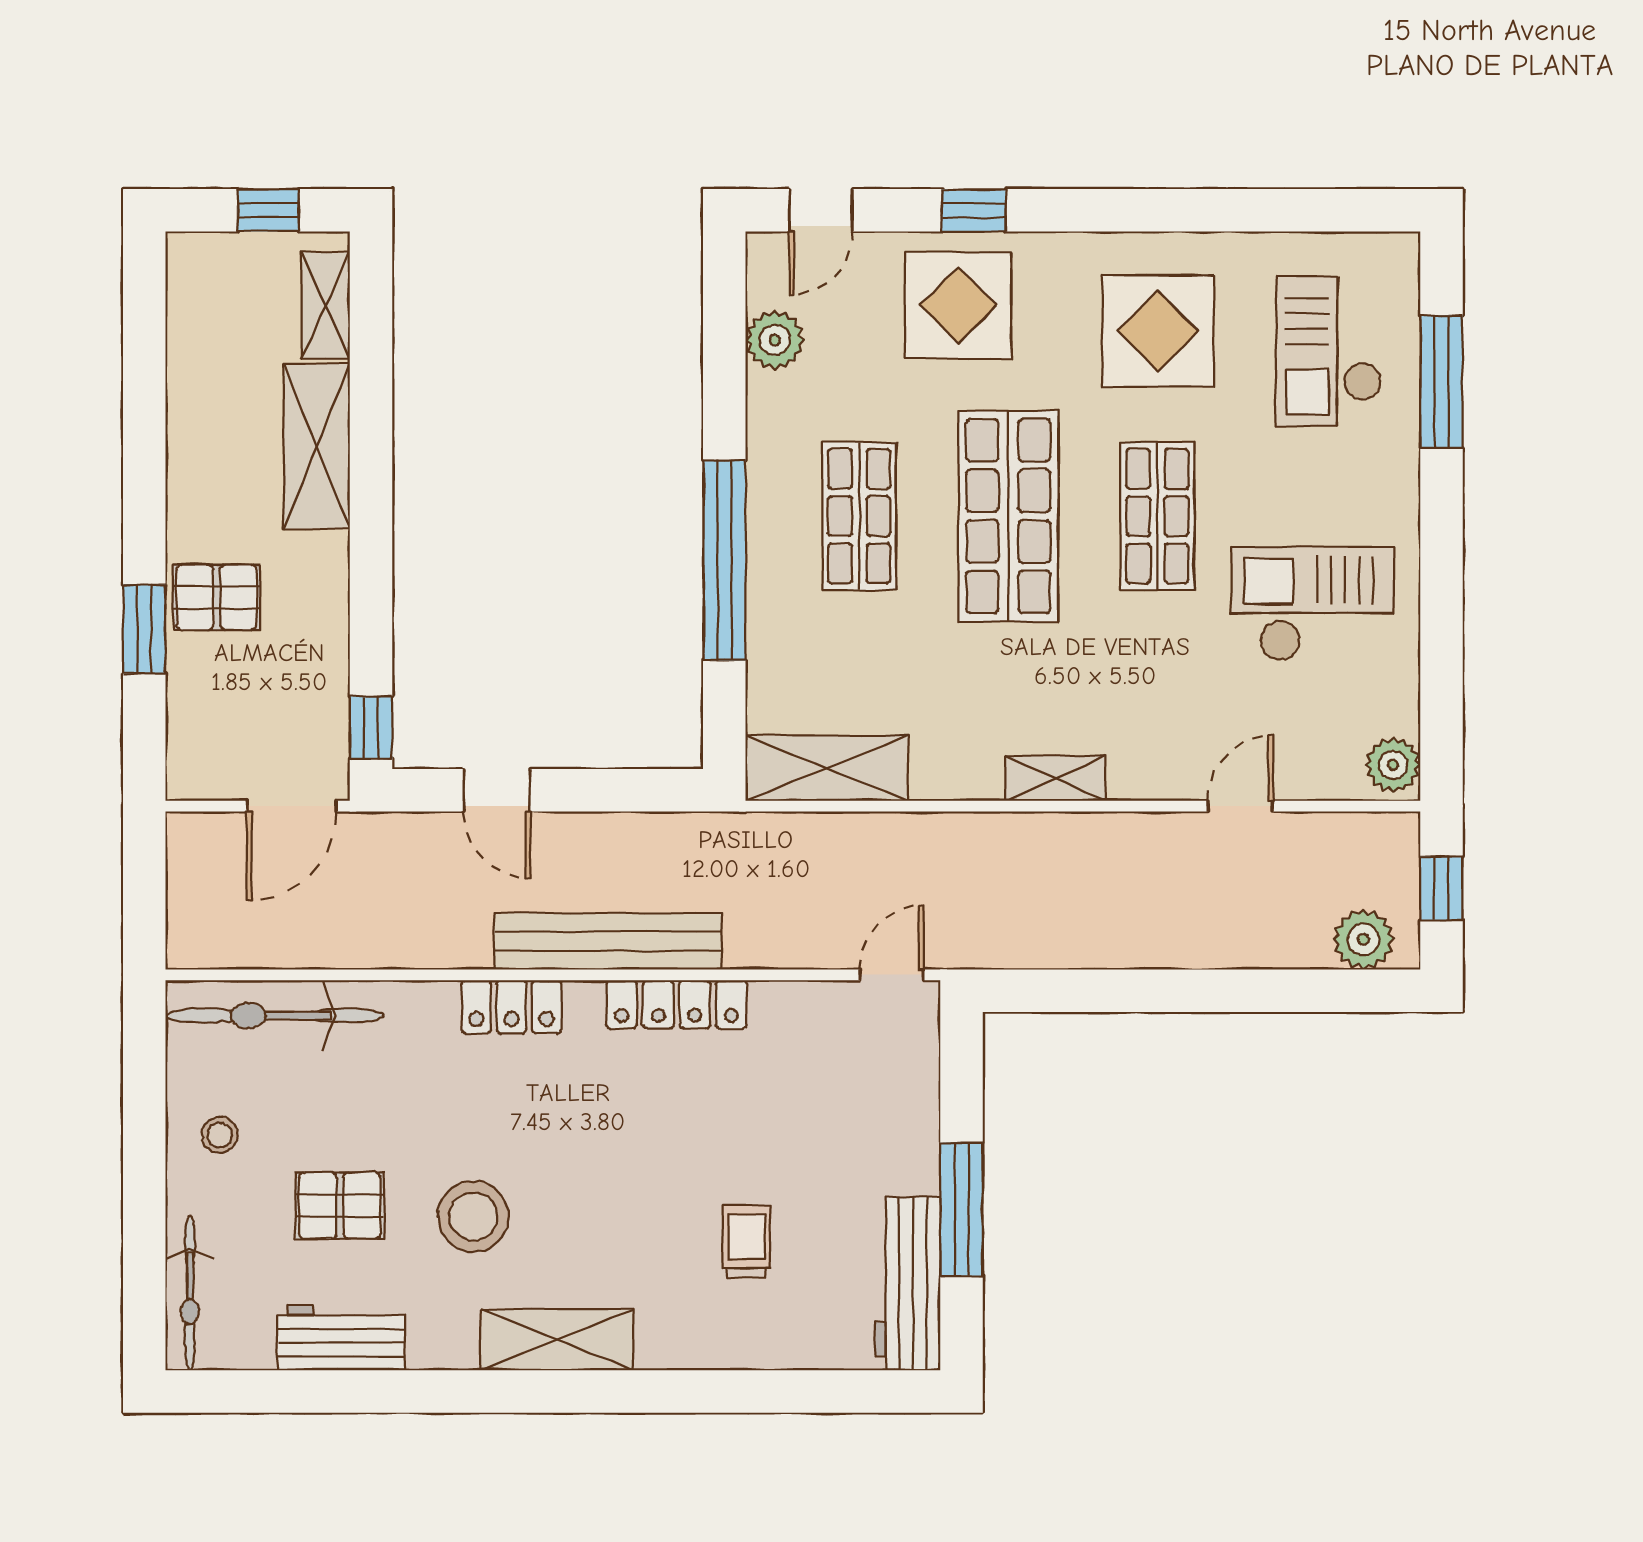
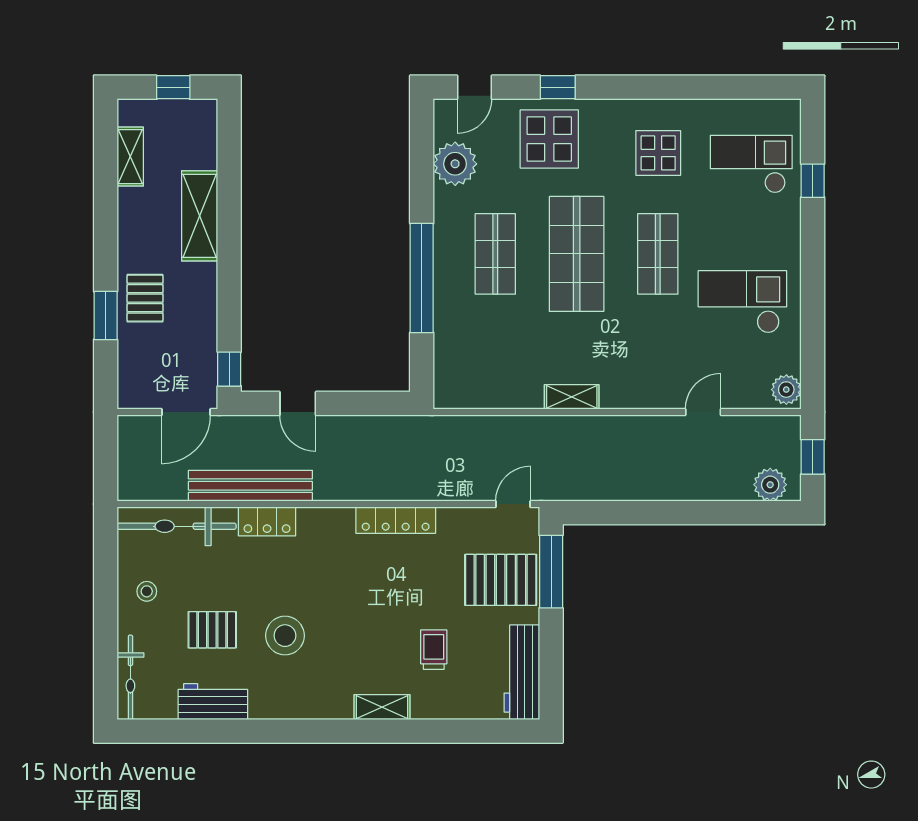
shelving: (326, 305) -> (130, 157), moved
display table: (1158, 331) -> (658, 153), width x0.73, depth x0.73
plant: (775, 340) -> (455, 164), width x1.36, depth x1.36
checkout: (1329, 351) -> (751, 164), turned 90
window: (1441, 382) -> (813, 181), width x0.46
pallet: (217, 597) -> (145, 298), turned 90
shelving: (827, 768) -> (478, 391), removed
shelving: (1055, 778) -> (572, 397), moved
bench: (608, 941) -> (250, 486), moved
locker: (511, 1007) -> (267, 521), moved
pallet: (869, 1114) -> (501, 580), added
window: (962, 1210) -> (551, 572), moved
shelving: (557, 1340) -> (382, 707), moved, width x0.67, depth x0.75

